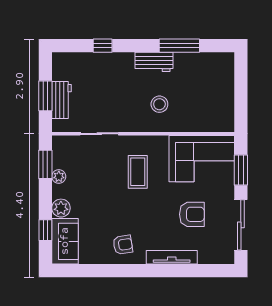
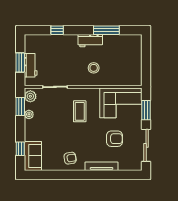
plant: (61, 208) -> (30, 96), moved

